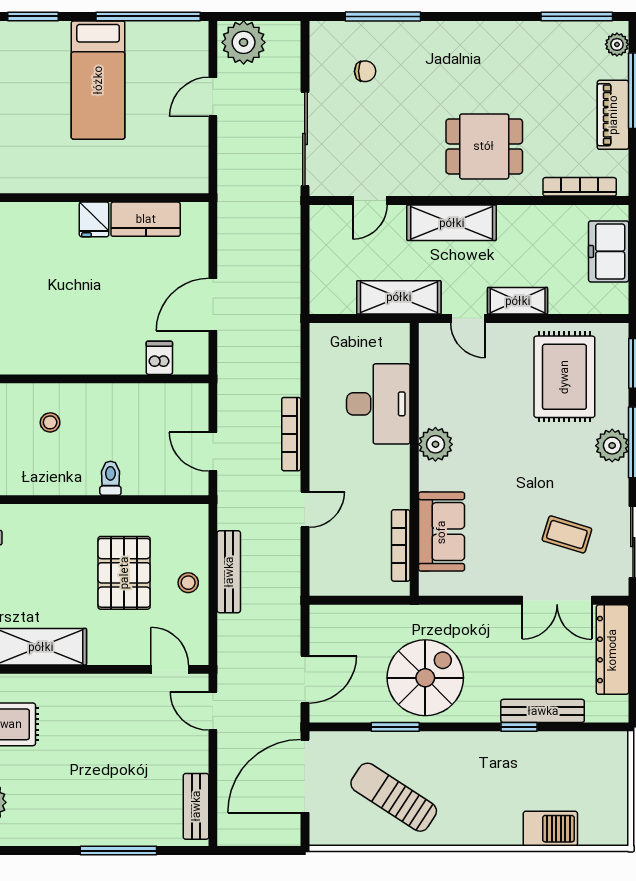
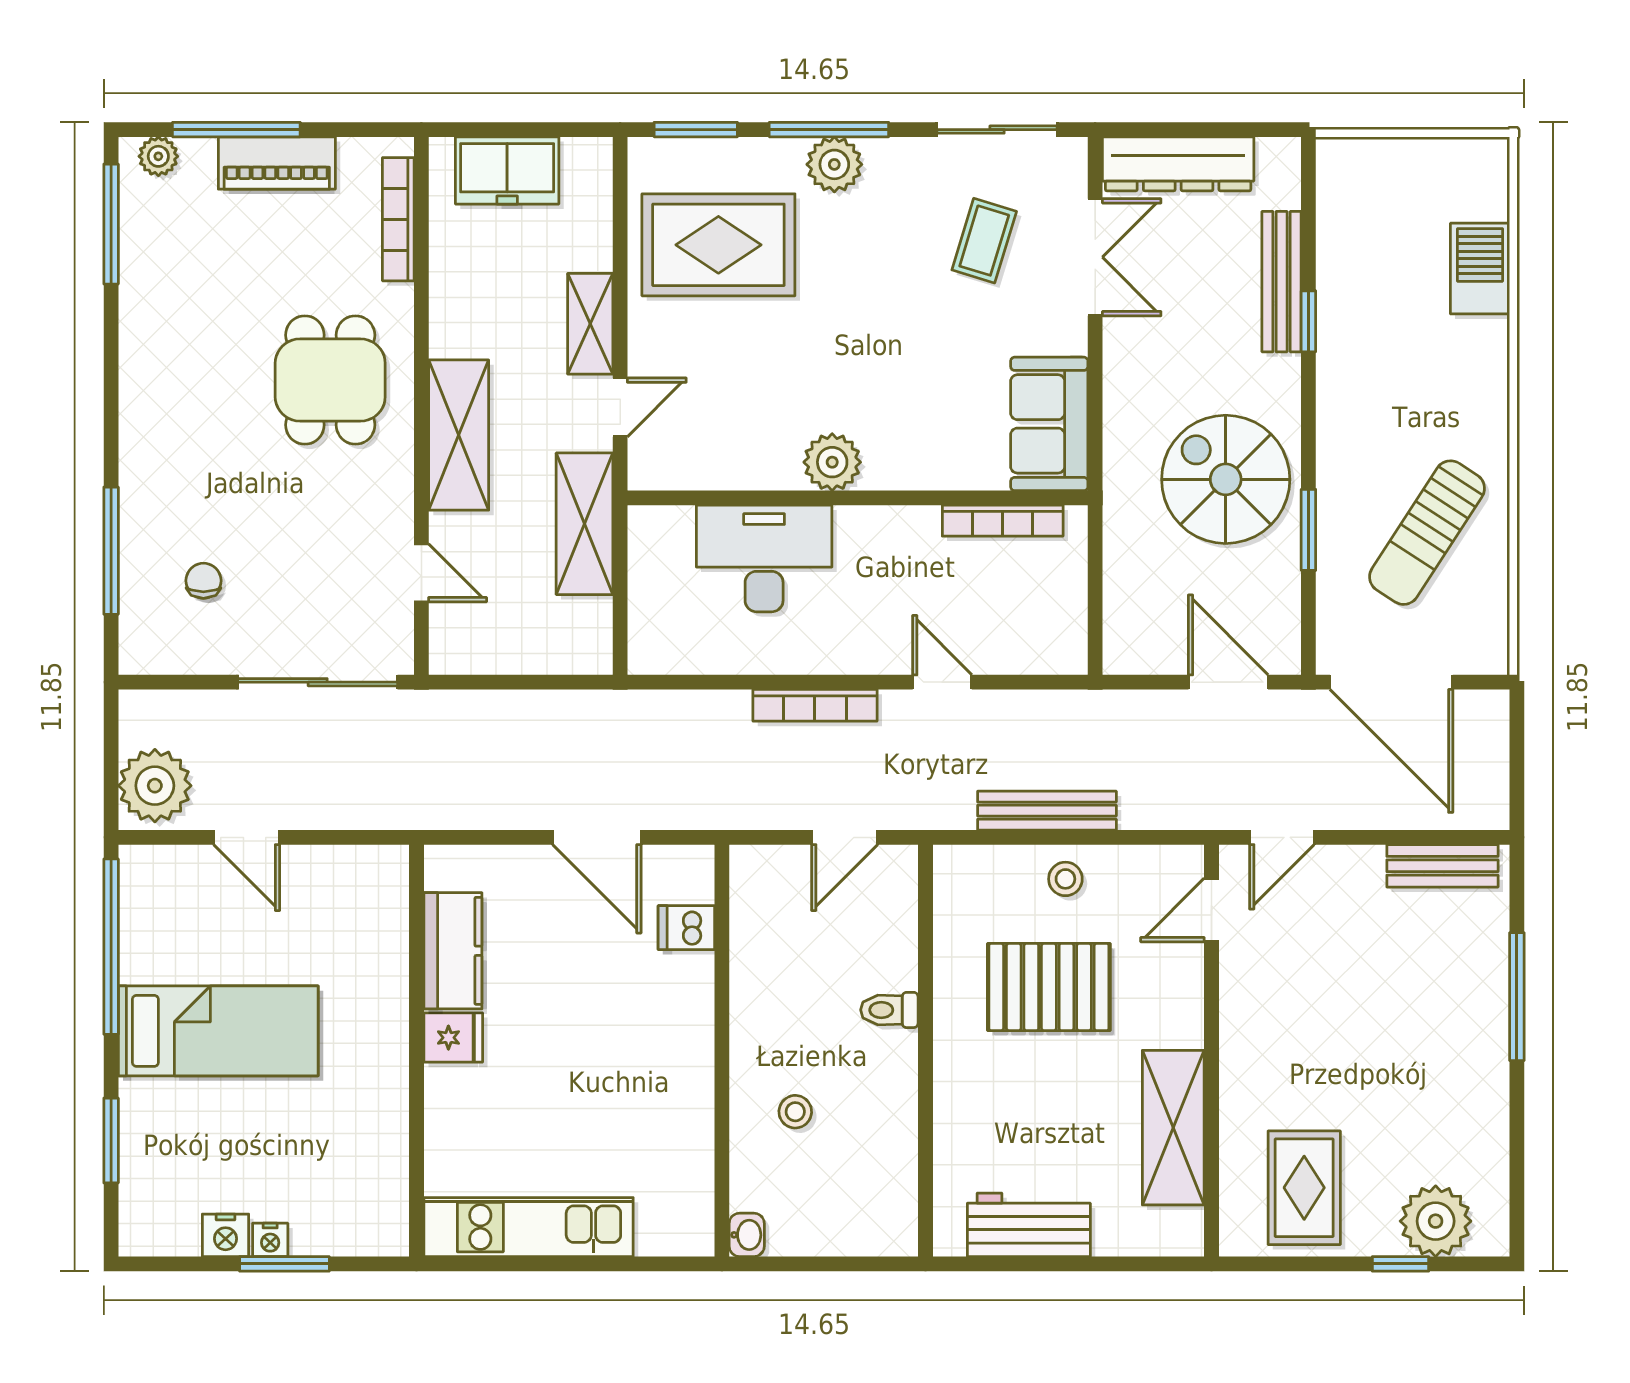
sofa: (441, 532) -> (1049, 424), moved, turned -90

